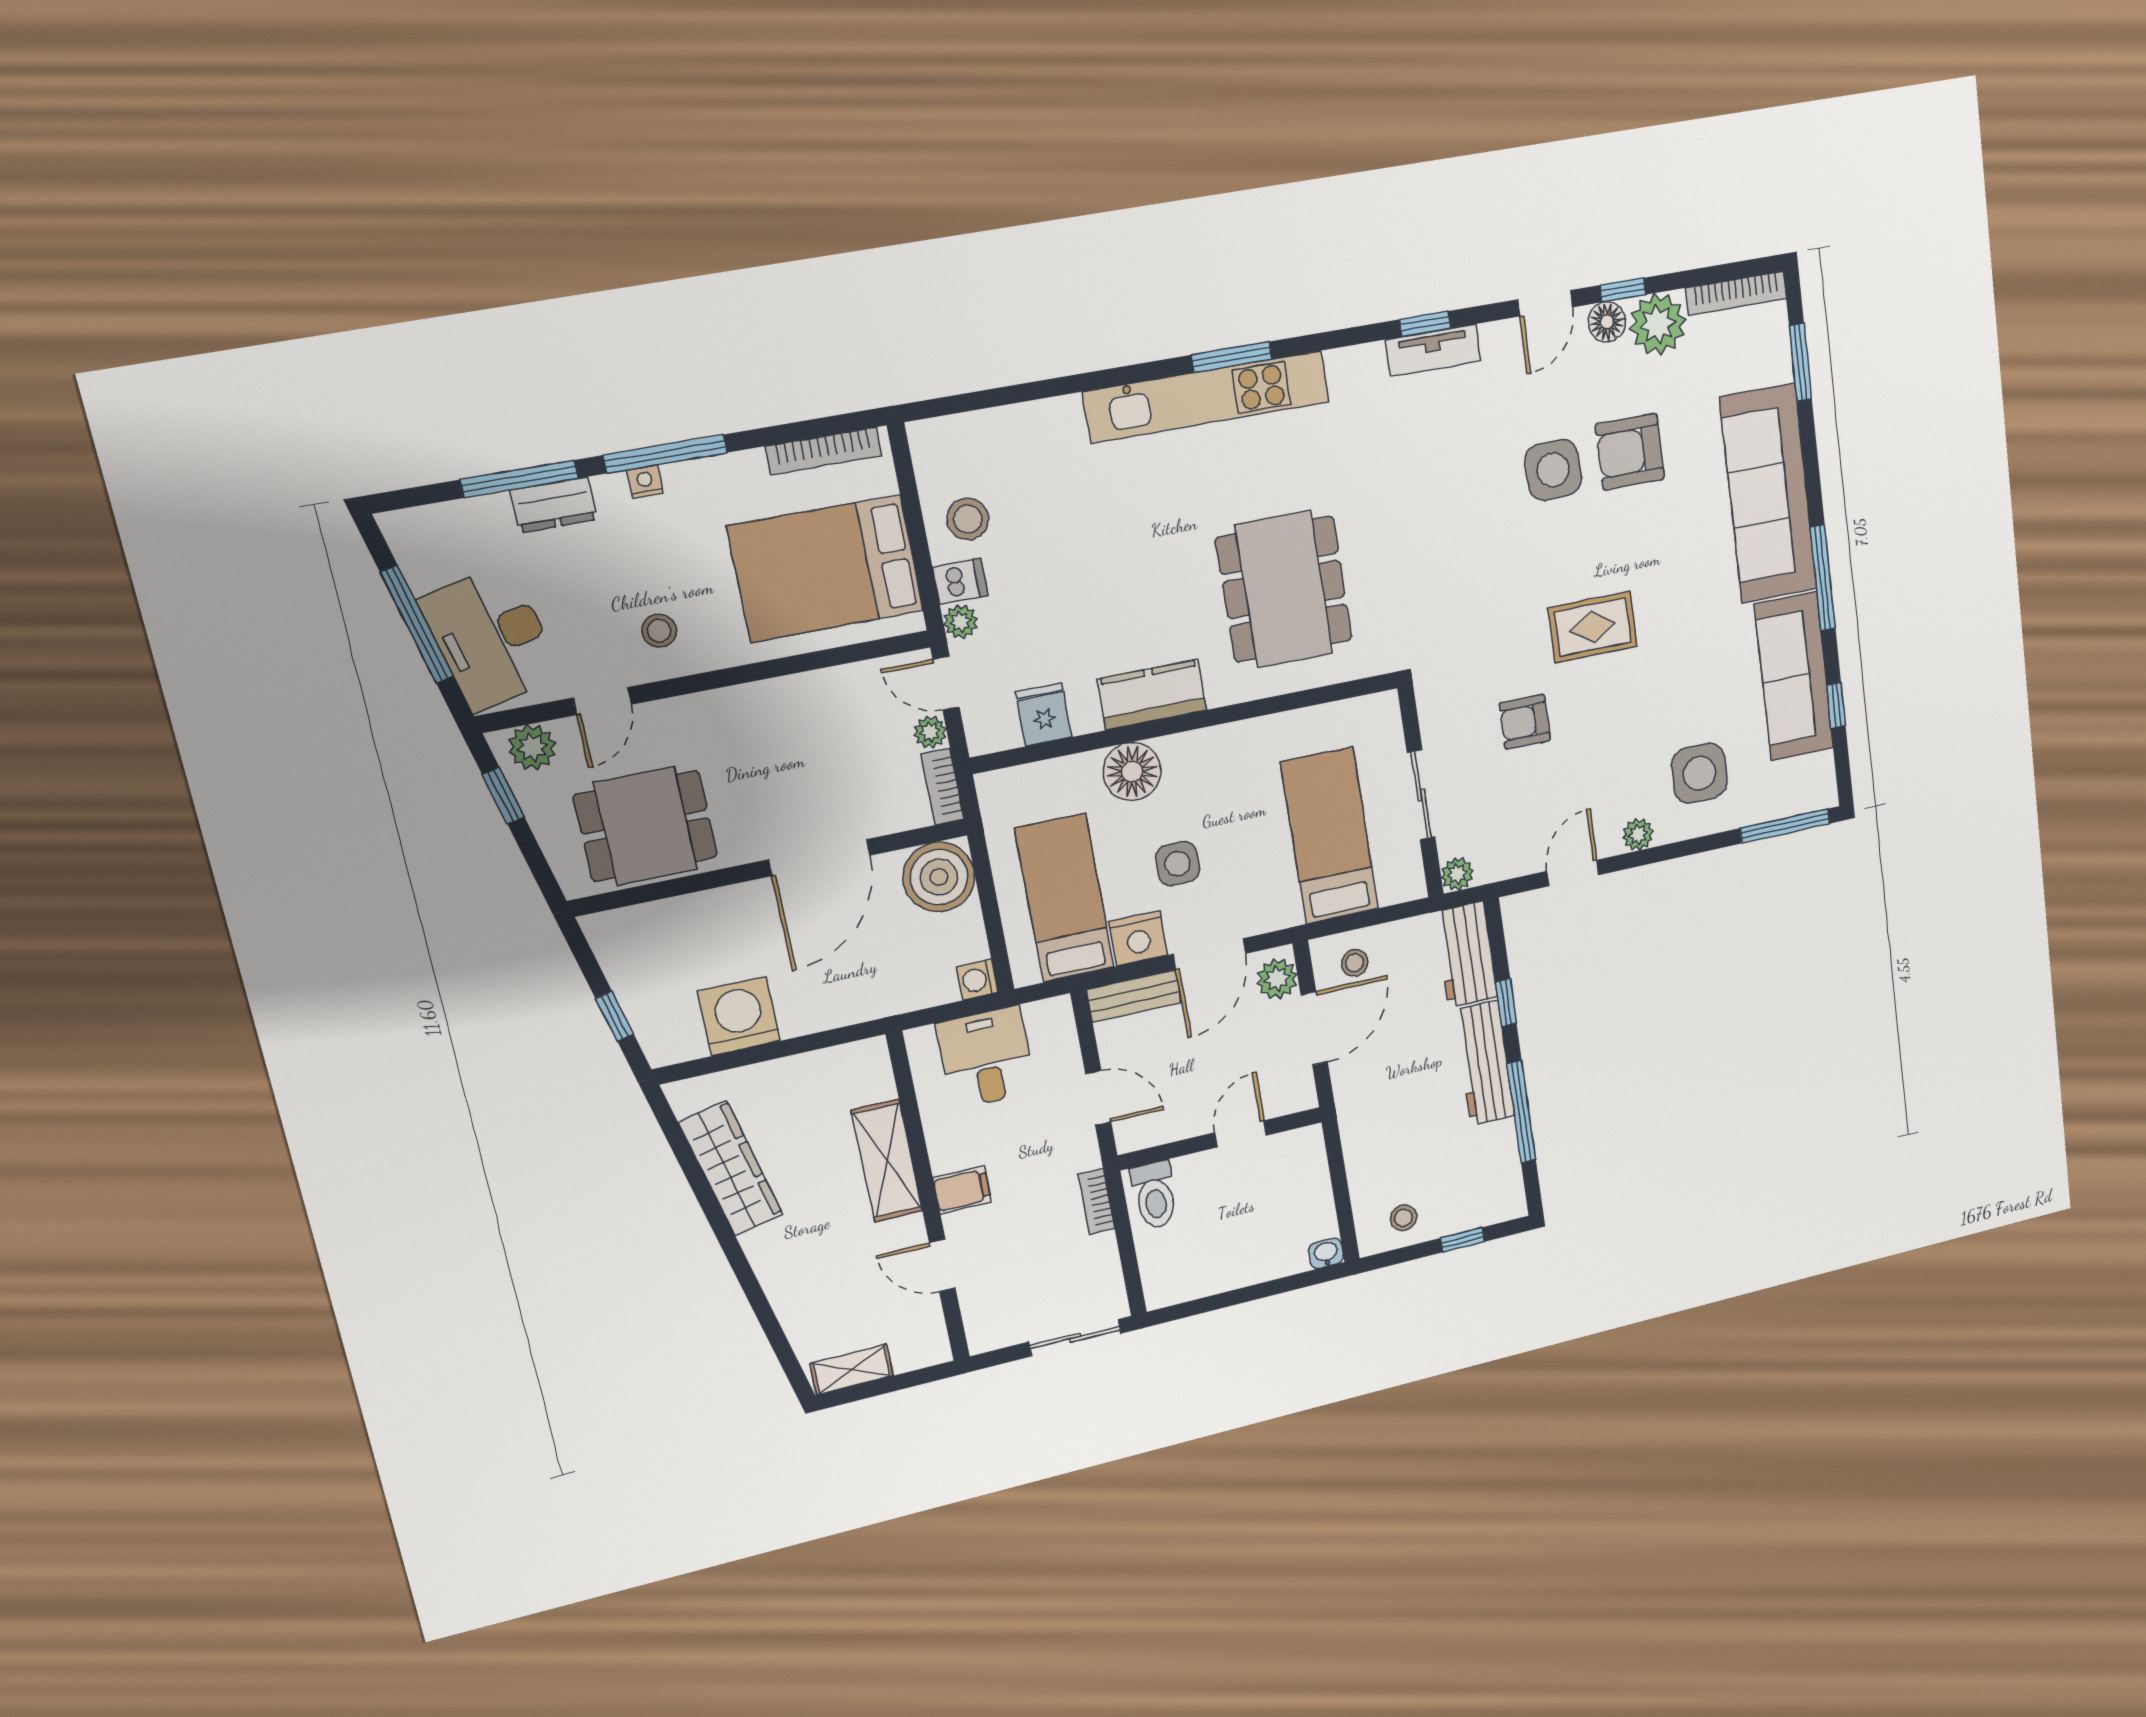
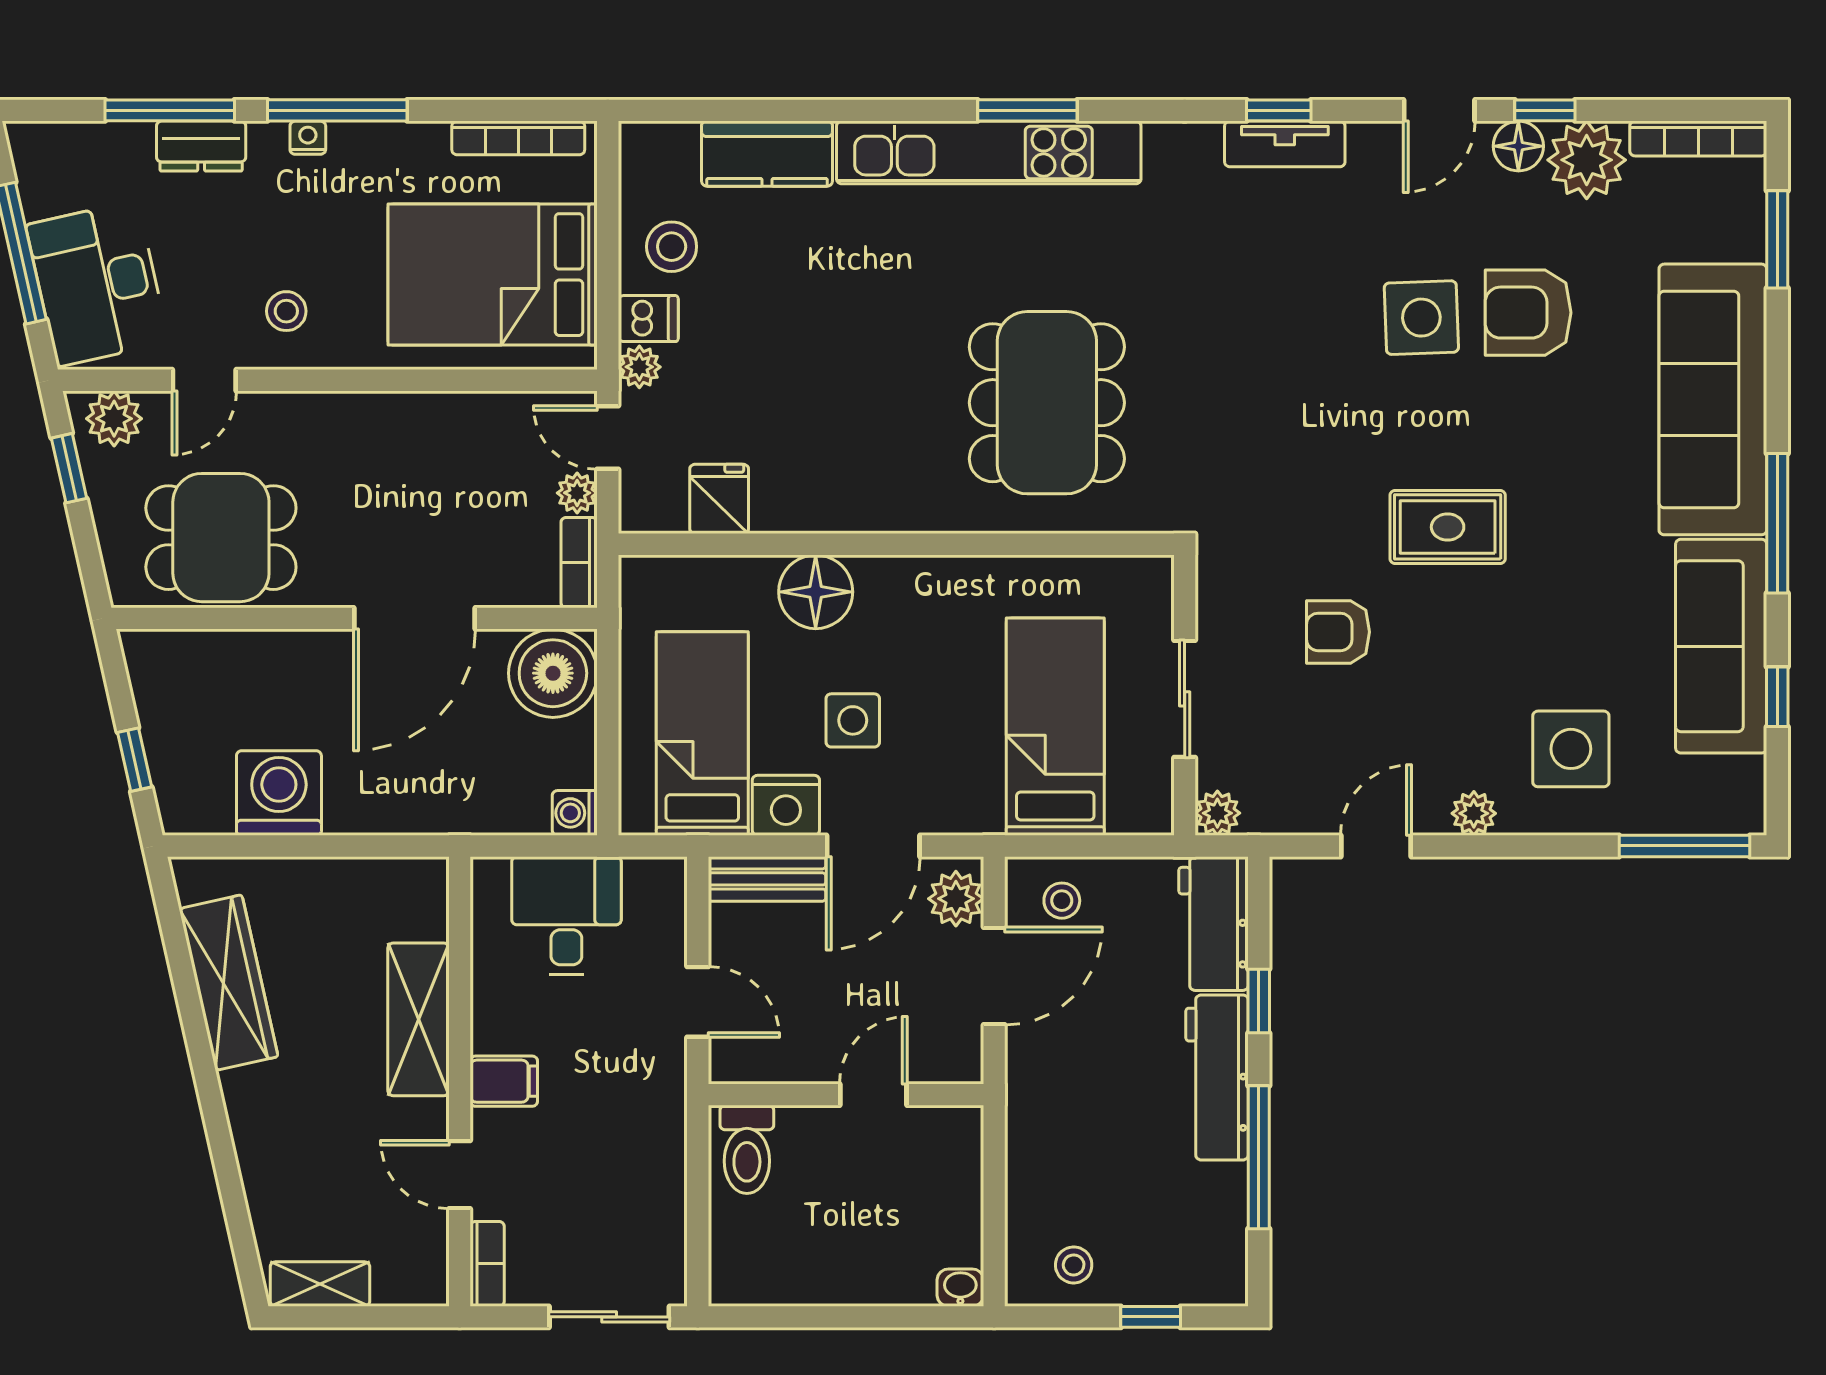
kitchen counter: (1152, 695) -> (767, 154), moved, turned 180
bookcase: (1096, 1201) -> (487, 1264), moved, turned 180

